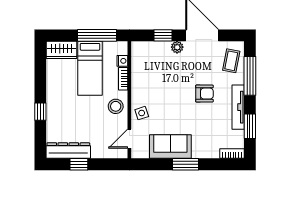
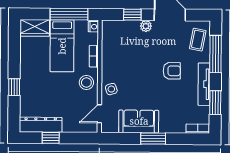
nightstand: (122, 61) -> (93, 27), moved

